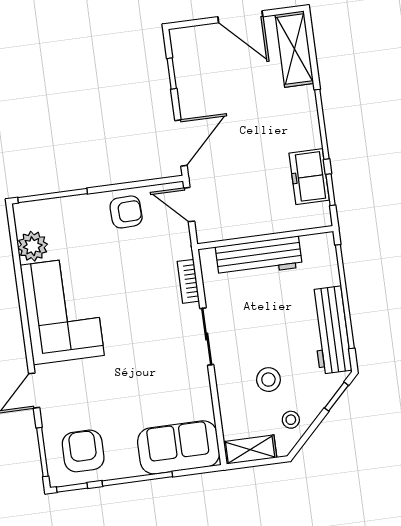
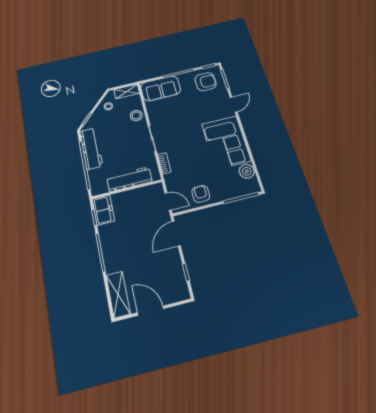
freezer: (309, 177) -> (103, 210), moved
armchair: (126, 212) -> (201, 194), turned 92
stool: (268, 380) -> (136, 116), moved
armchair: (83, 451) -> (206, 82), turned -90

